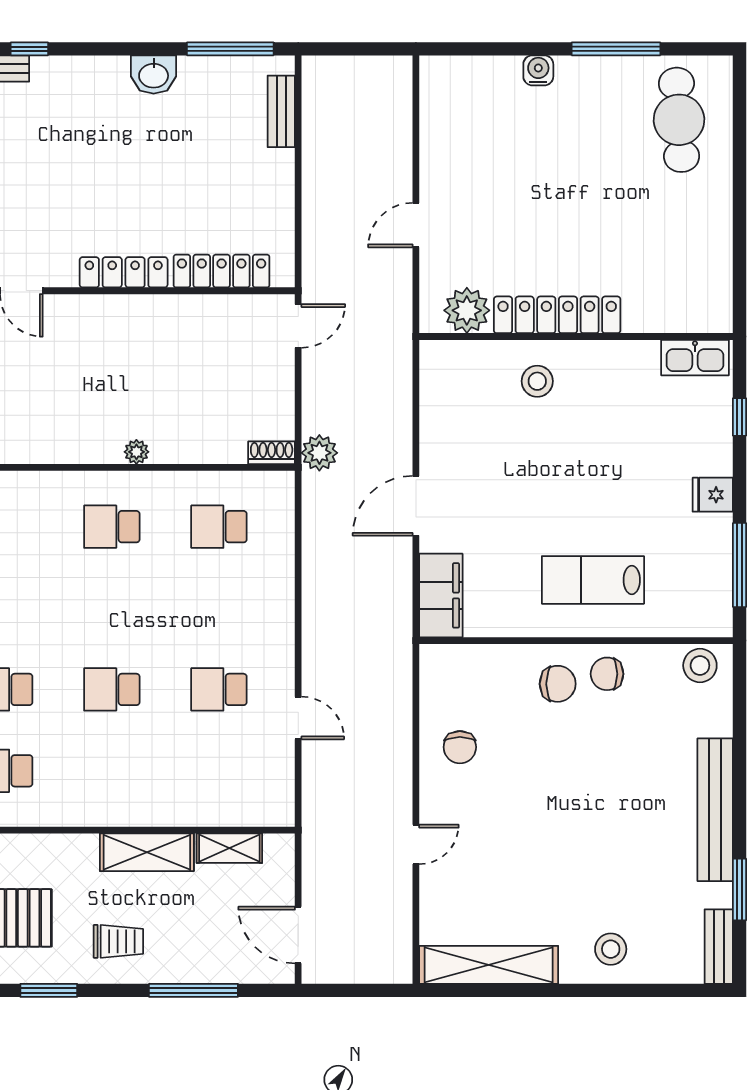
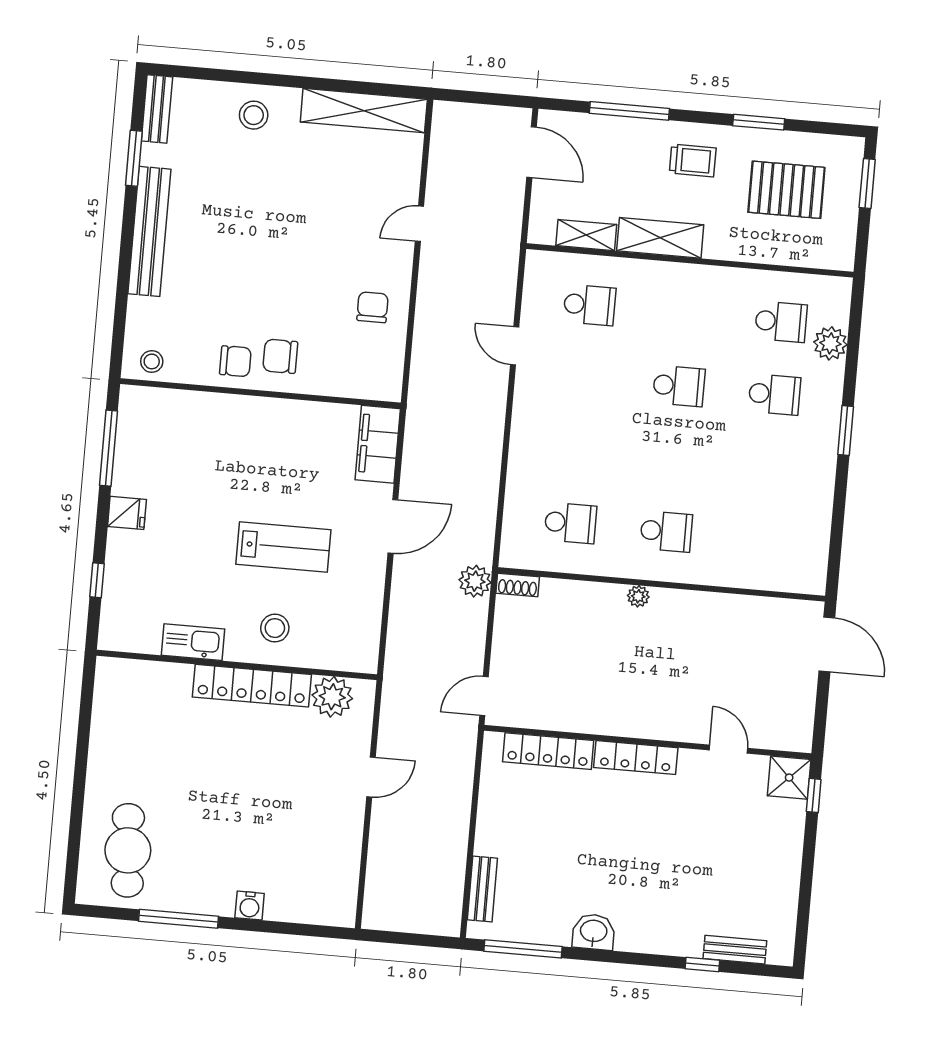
kitchen sink: (695, 358) -> (193, 642), moved
lab bench: (593, 580) -> (283, 547), moved
stool: (700, 665) -> (152, 361), width x0.73, depth x0.73
school desk: (219, 689) -> (590, 305), moved
trolley: (118, 941) -> (693, 160), turned 180

